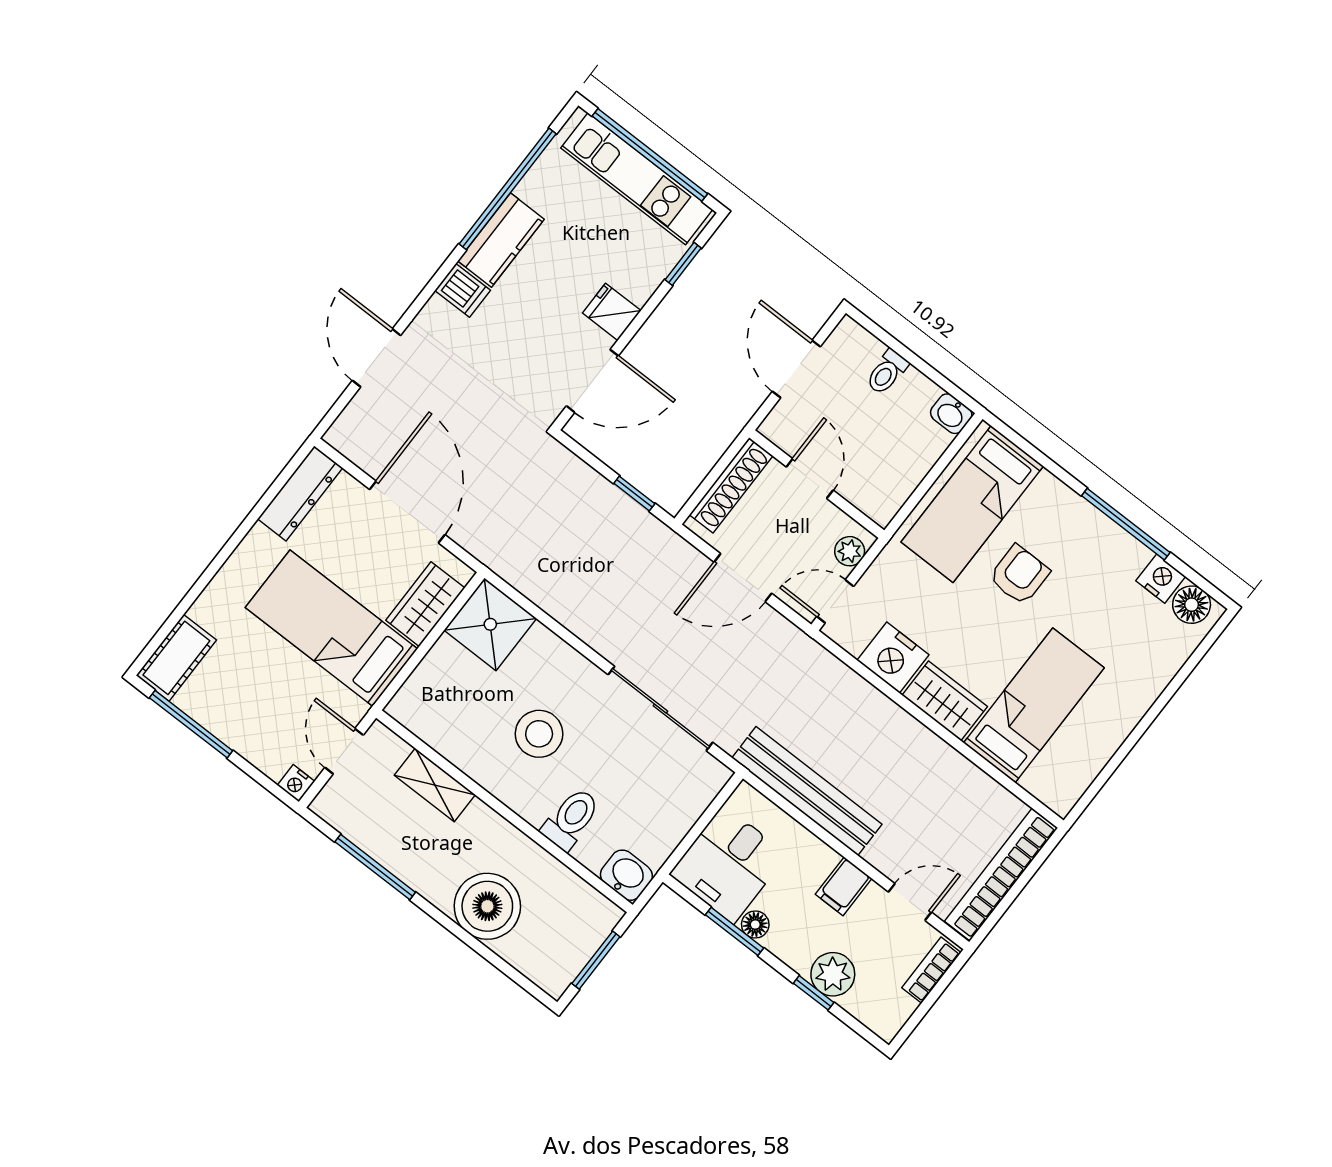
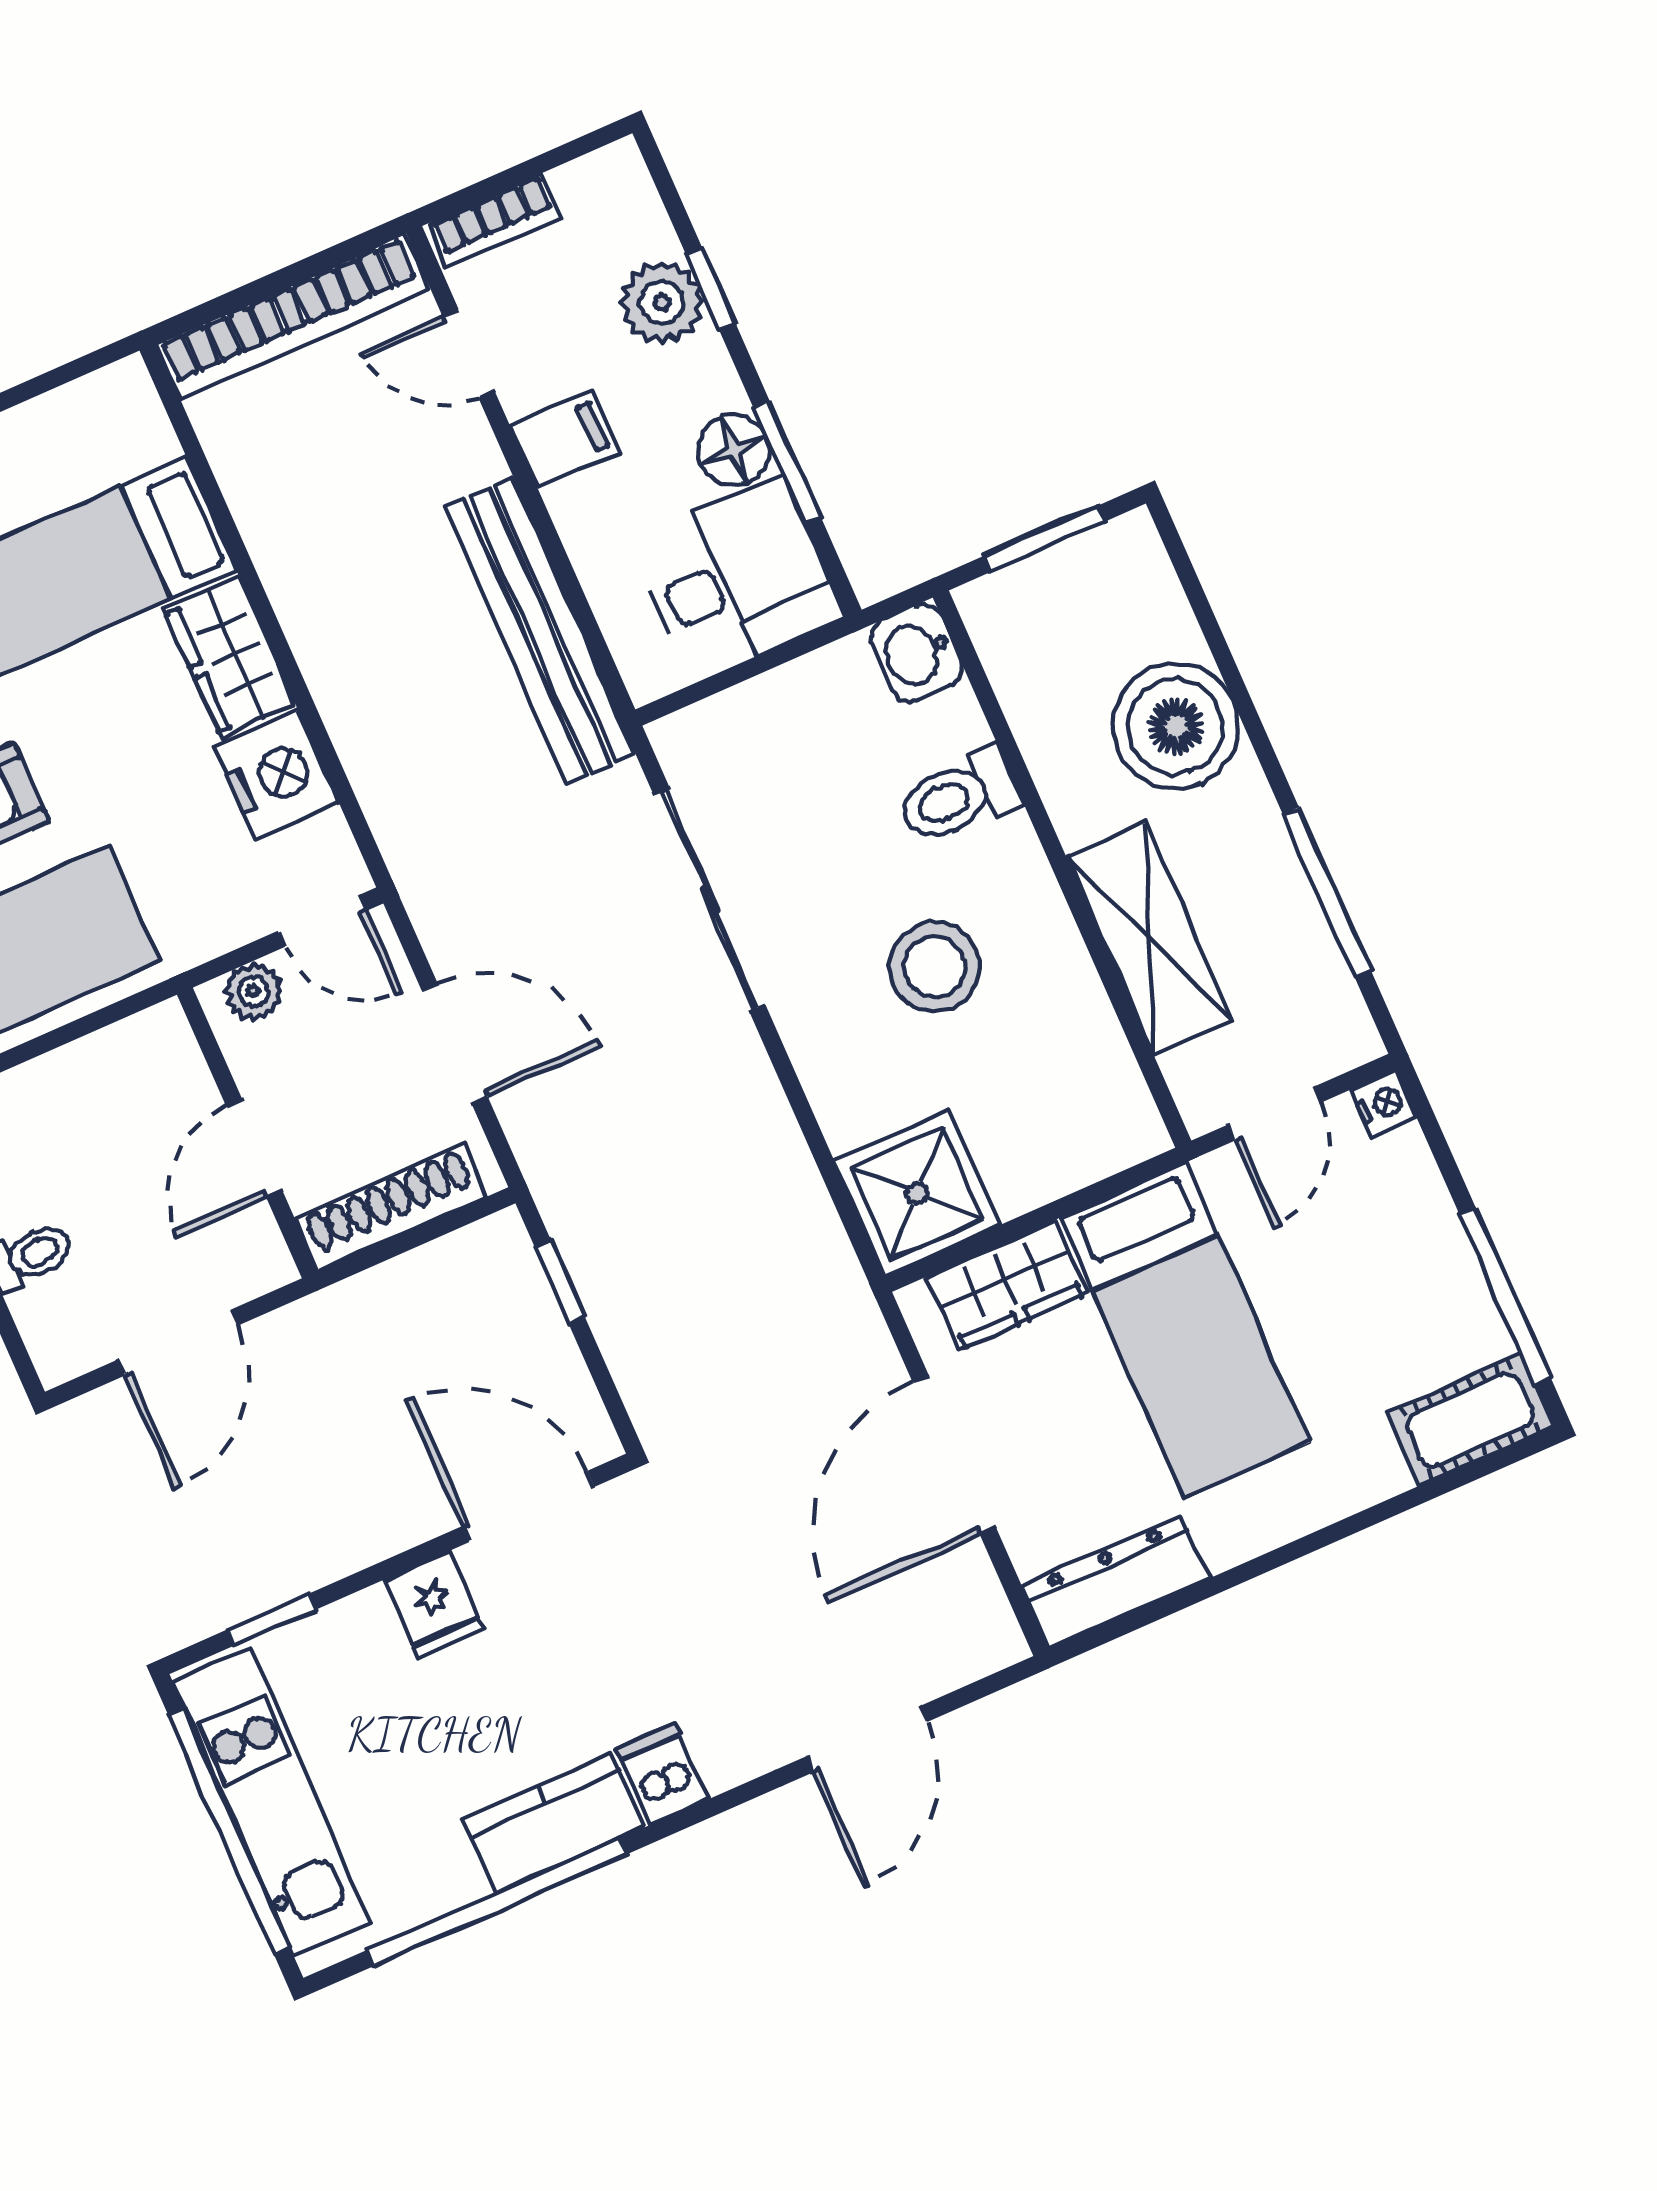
shelving: (435, 785) -> (1149, 938), width x1.50, depth x1.33
floor lamp: (755, 925) -> (734, 450), width x1.37, depth x1.37

